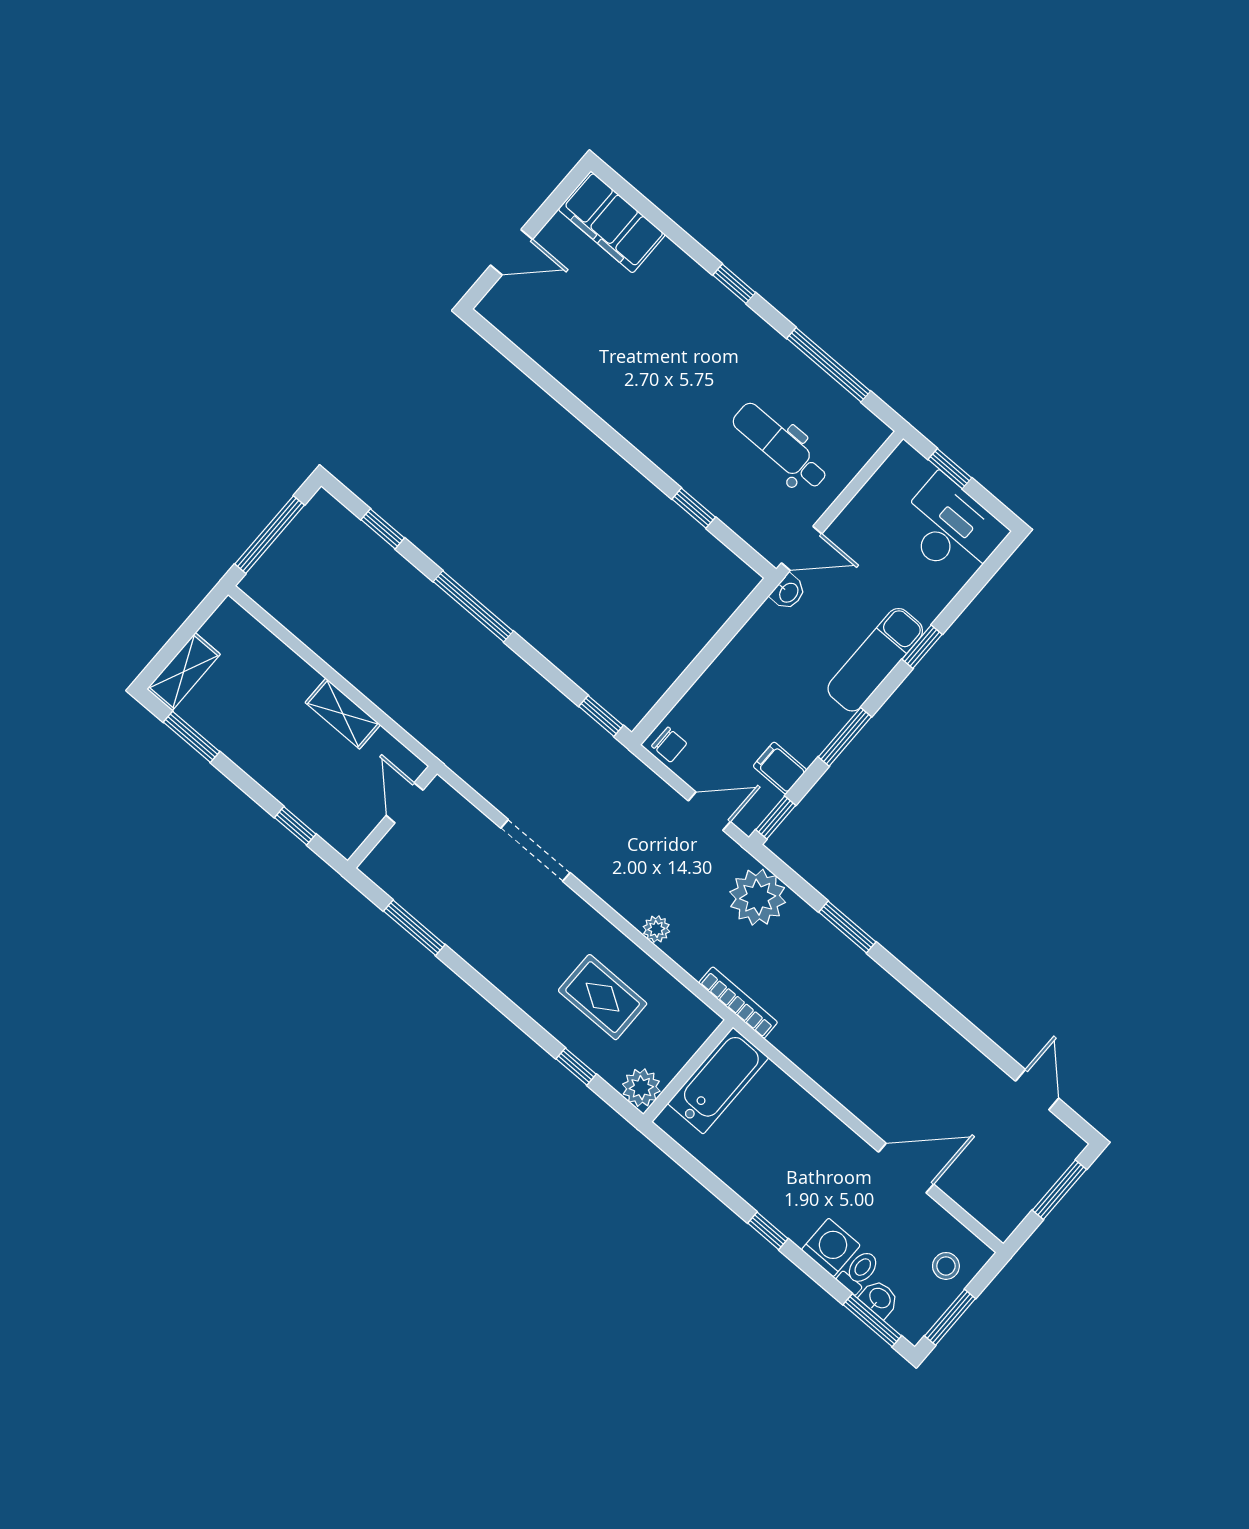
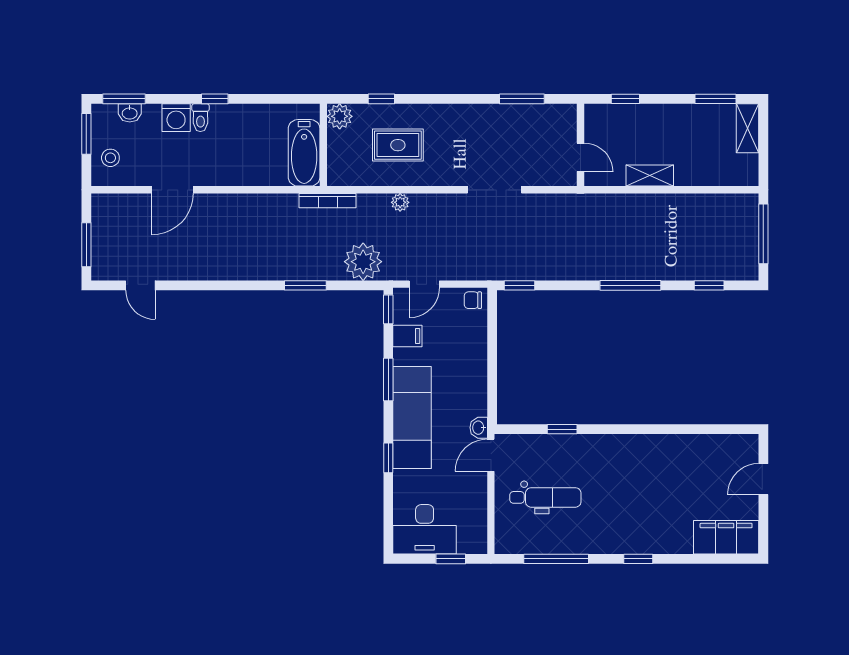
exam couch: (875, 660) -> (412, 418), width x1.36, depth x1.45
toilet: (859, 1272) -> (200, 118), moved

